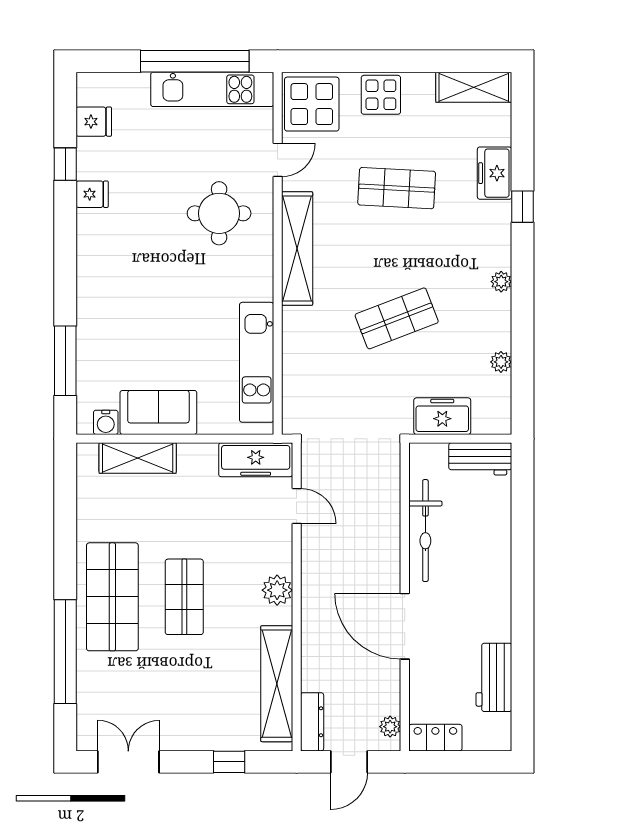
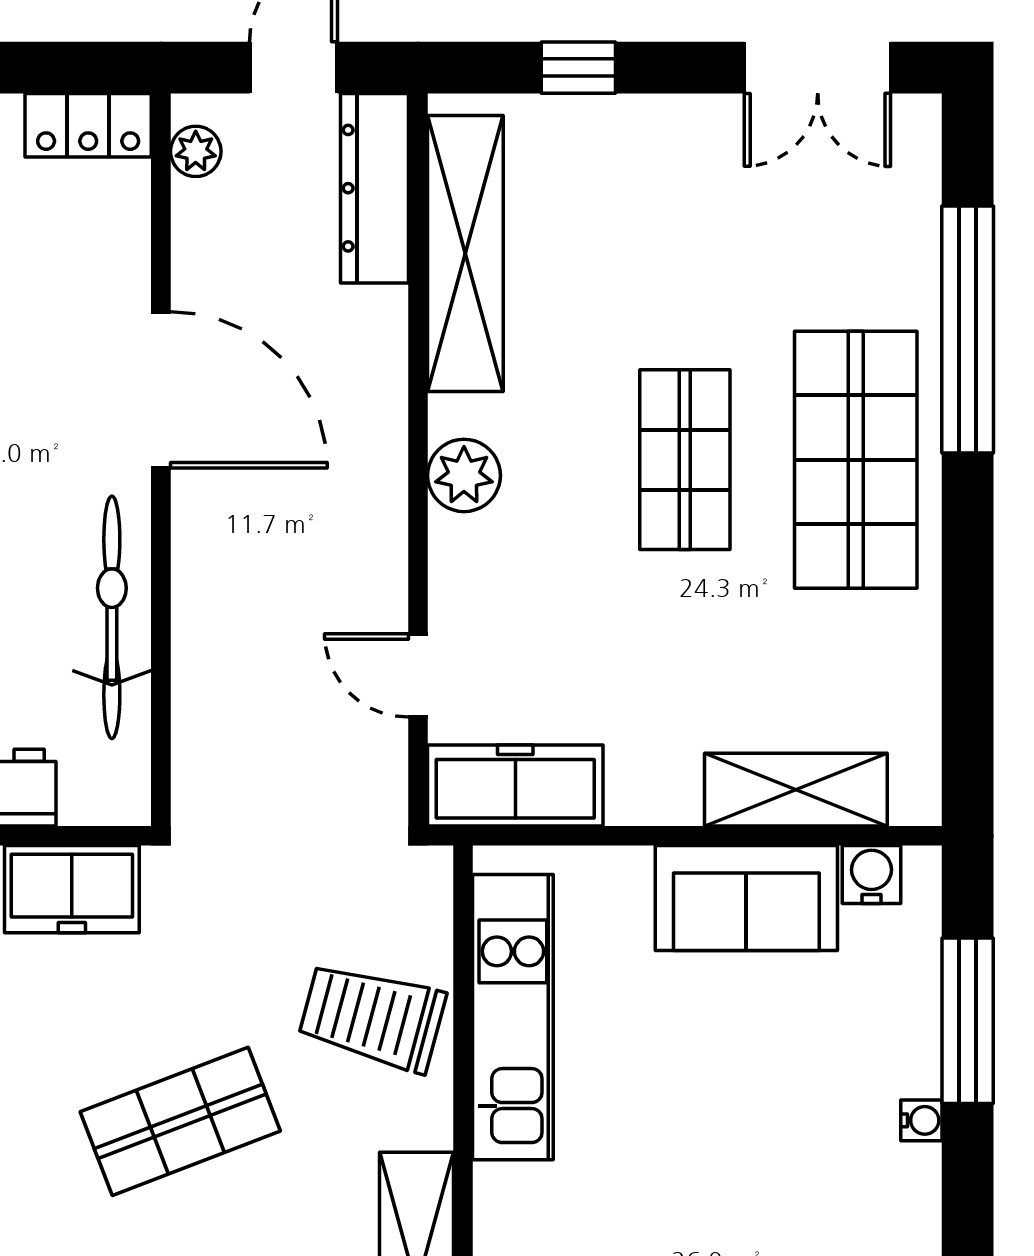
water cooler: (85, 319) -> (921, 1120), added
trolley: (316, 362) -> (372, 1017), added
dresser: (312, 722) -> (375, 188), width x1.37, depth x1.24

